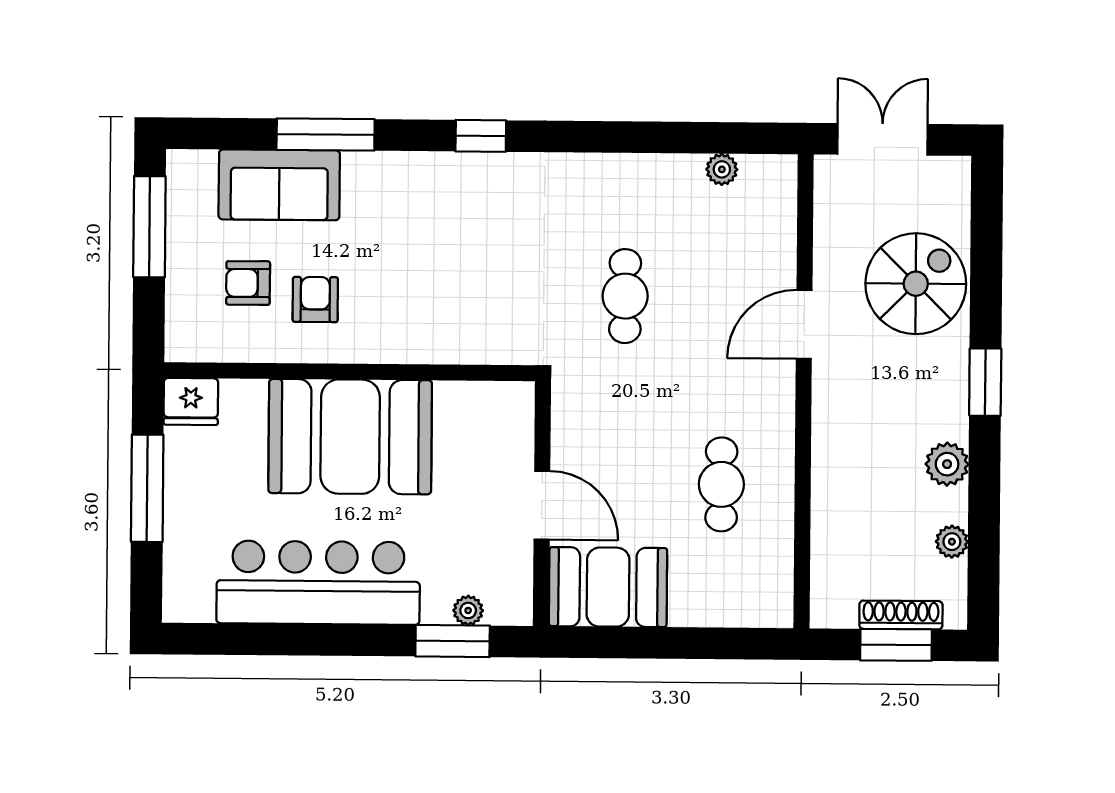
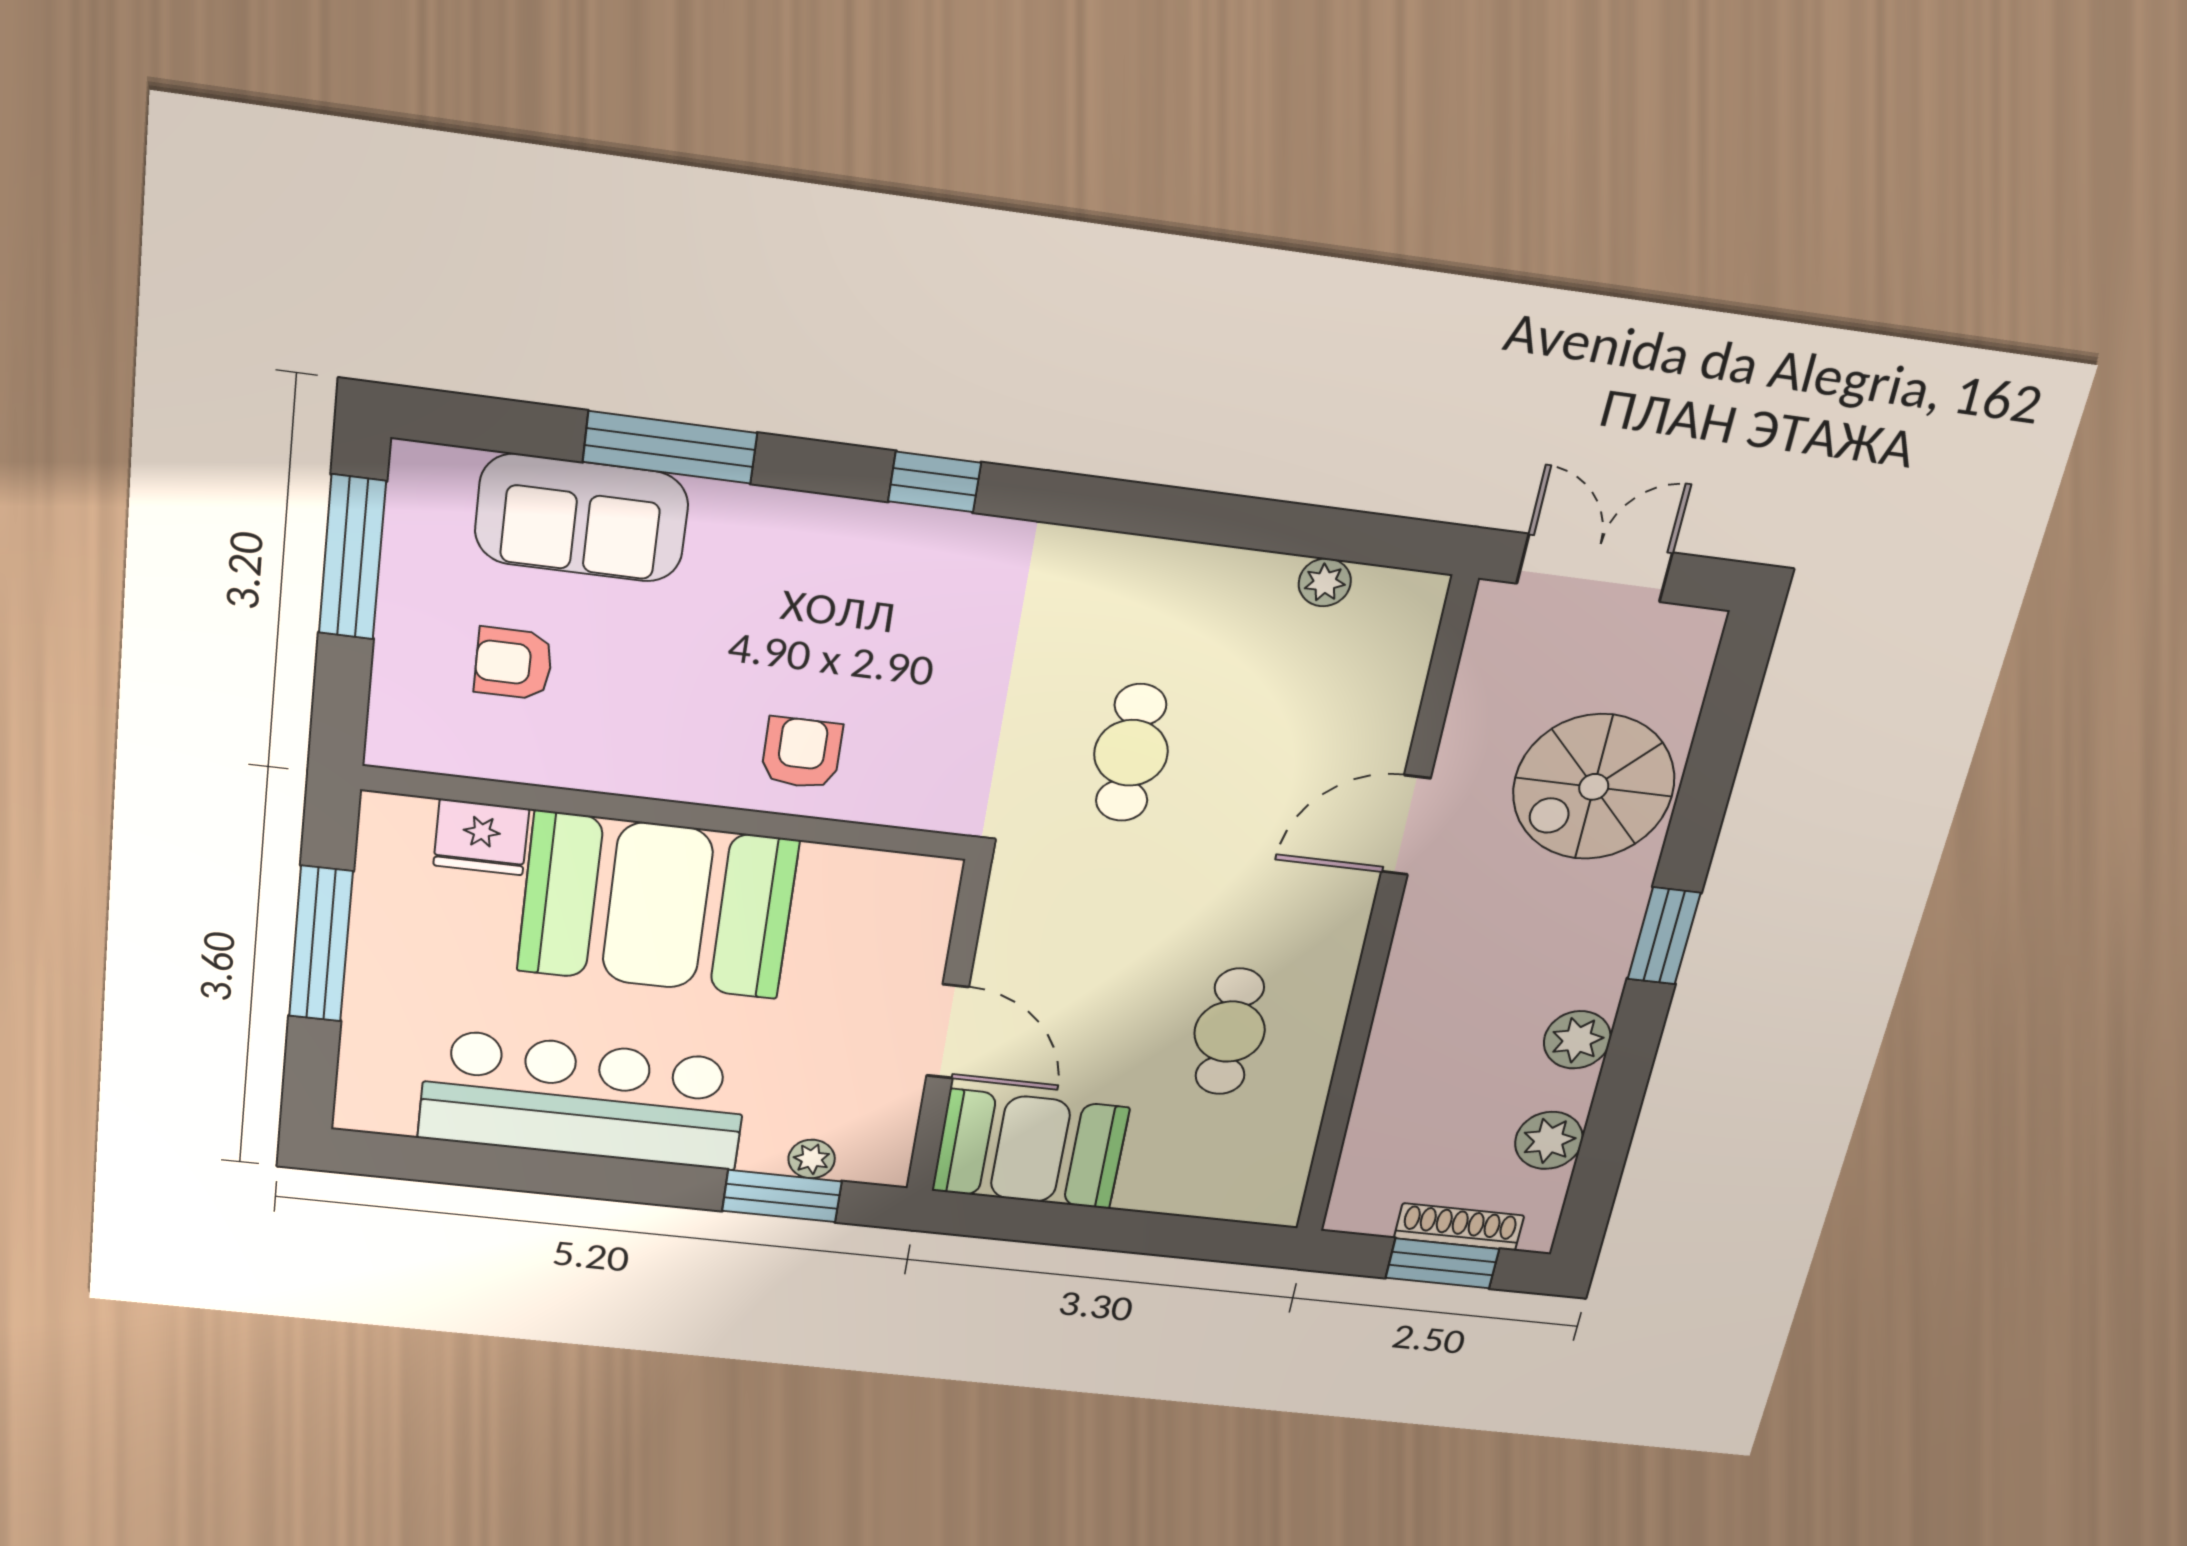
spiral stairs: (916, 284) -> (1594, 787), turned 180
armchair: (315, 299) -> (802, 753), moved
fridge: (191, 401) -> (481, 837), moved
plant: (952, 542) -> (1549, 1140), width x1.38, depth x1.38

